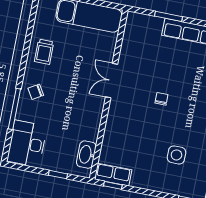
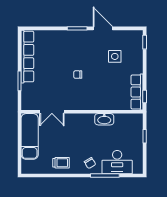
double door: (112, 81) -> (52, 112), moved
desk: (27, 144) -> (117, 162), moved
washbasin: (86, 155) -> (104, 119), moved
row of seats: (113, 175) -> (137, 92), width x1.48

